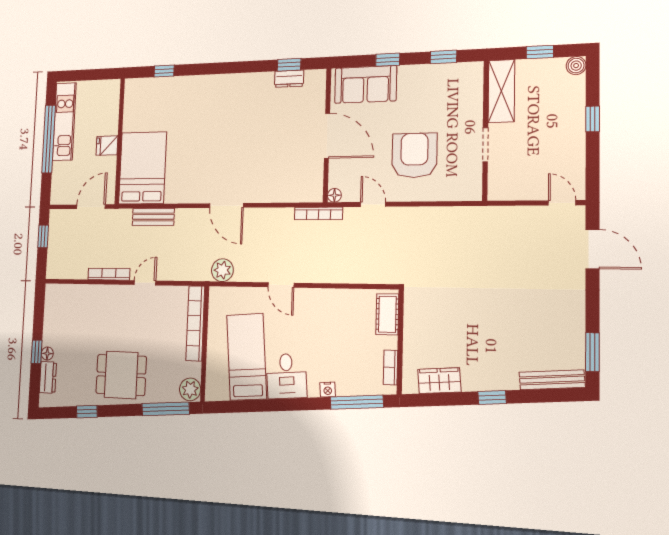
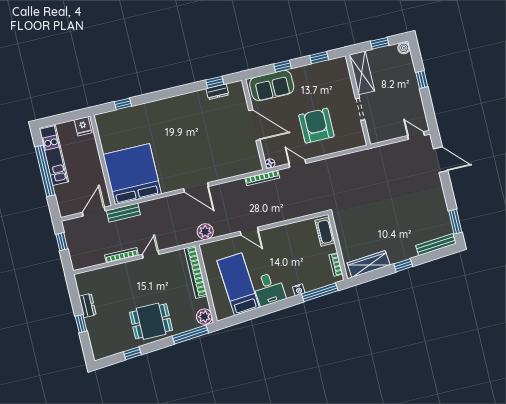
fridge: (107, 146) -> (83, 126), moved, turned -90
bed: (143, 168) -> (132, 174), width x1.36
bench: (153, 217) -> (123, 213), moved
floor lamp: (47, 354) -> (90, 322), removed
dresser: (48, 377) -> (88, 305), moved
wardrobe: (439, 381) -> (369, 264), width x1.50

